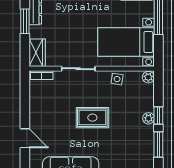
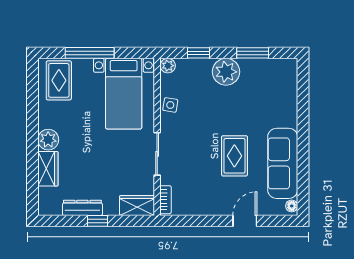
window: (25, 21) -> (98, 221), width x0.67
window: (158, 116) -> (199, 53), moved
rug: (92, 118) -> (234, 156), moved
plant: (148, 118) -> (226, 72), width x1.88, depth x1.88

